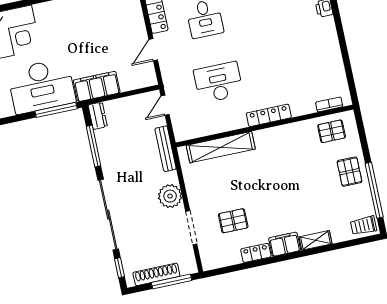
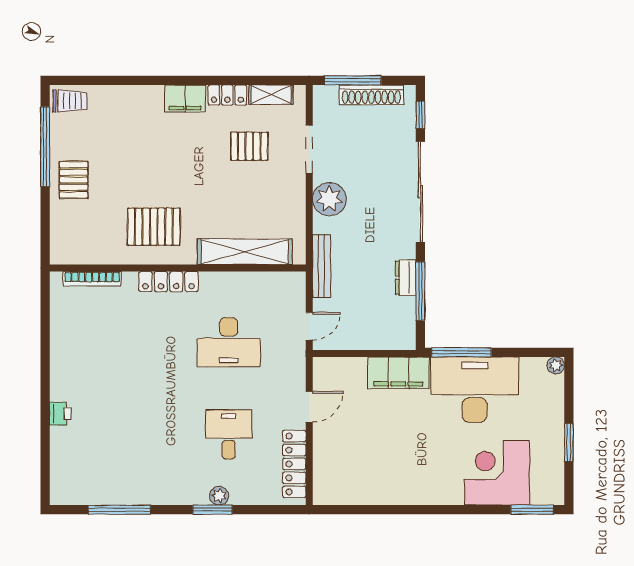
bookcase: (329, 104) -> (92, 279), width x1.56
dresser: (98, 116) -> (406, 278), moved
pallet: (332, 131) -> (154, 227), moved, width x1.50, depth x1.42
shelving: (316, 240) -> (271, 95), moved

